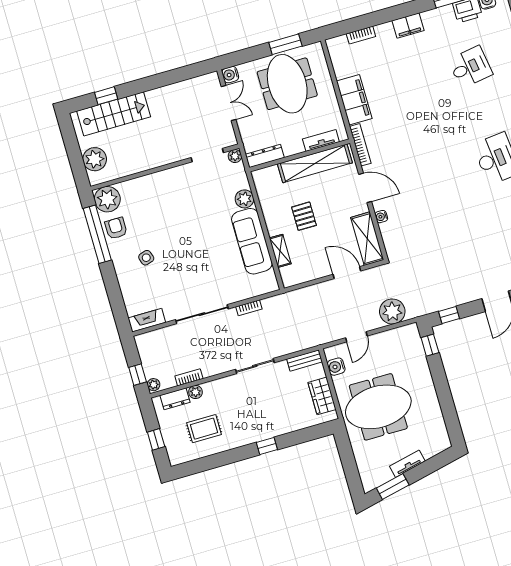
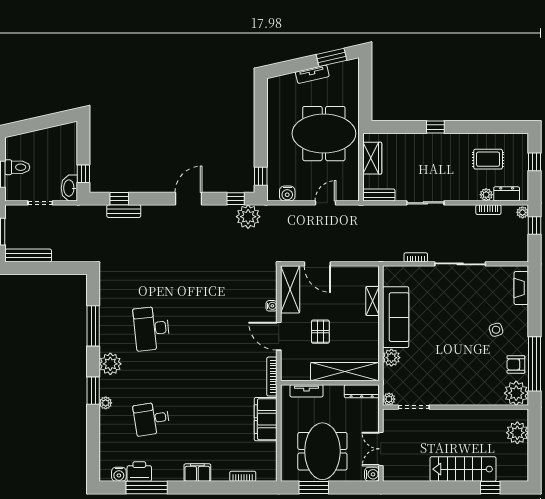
stairs: (114, 114) -> (463, 469), moved
shelving: (315, 163) -> (345, 372), moved
pallet: (304, 216) -> (320, 332), moved
armchair: (116, 228) -> (516, 364), turned 90
plant: (392, 311) -> (248, 217), moved
fireplace: (147, 320) -> (521, 288), moved, turned 90
water cooler: (336, 367) -> (287, 194), moved, turned 90

